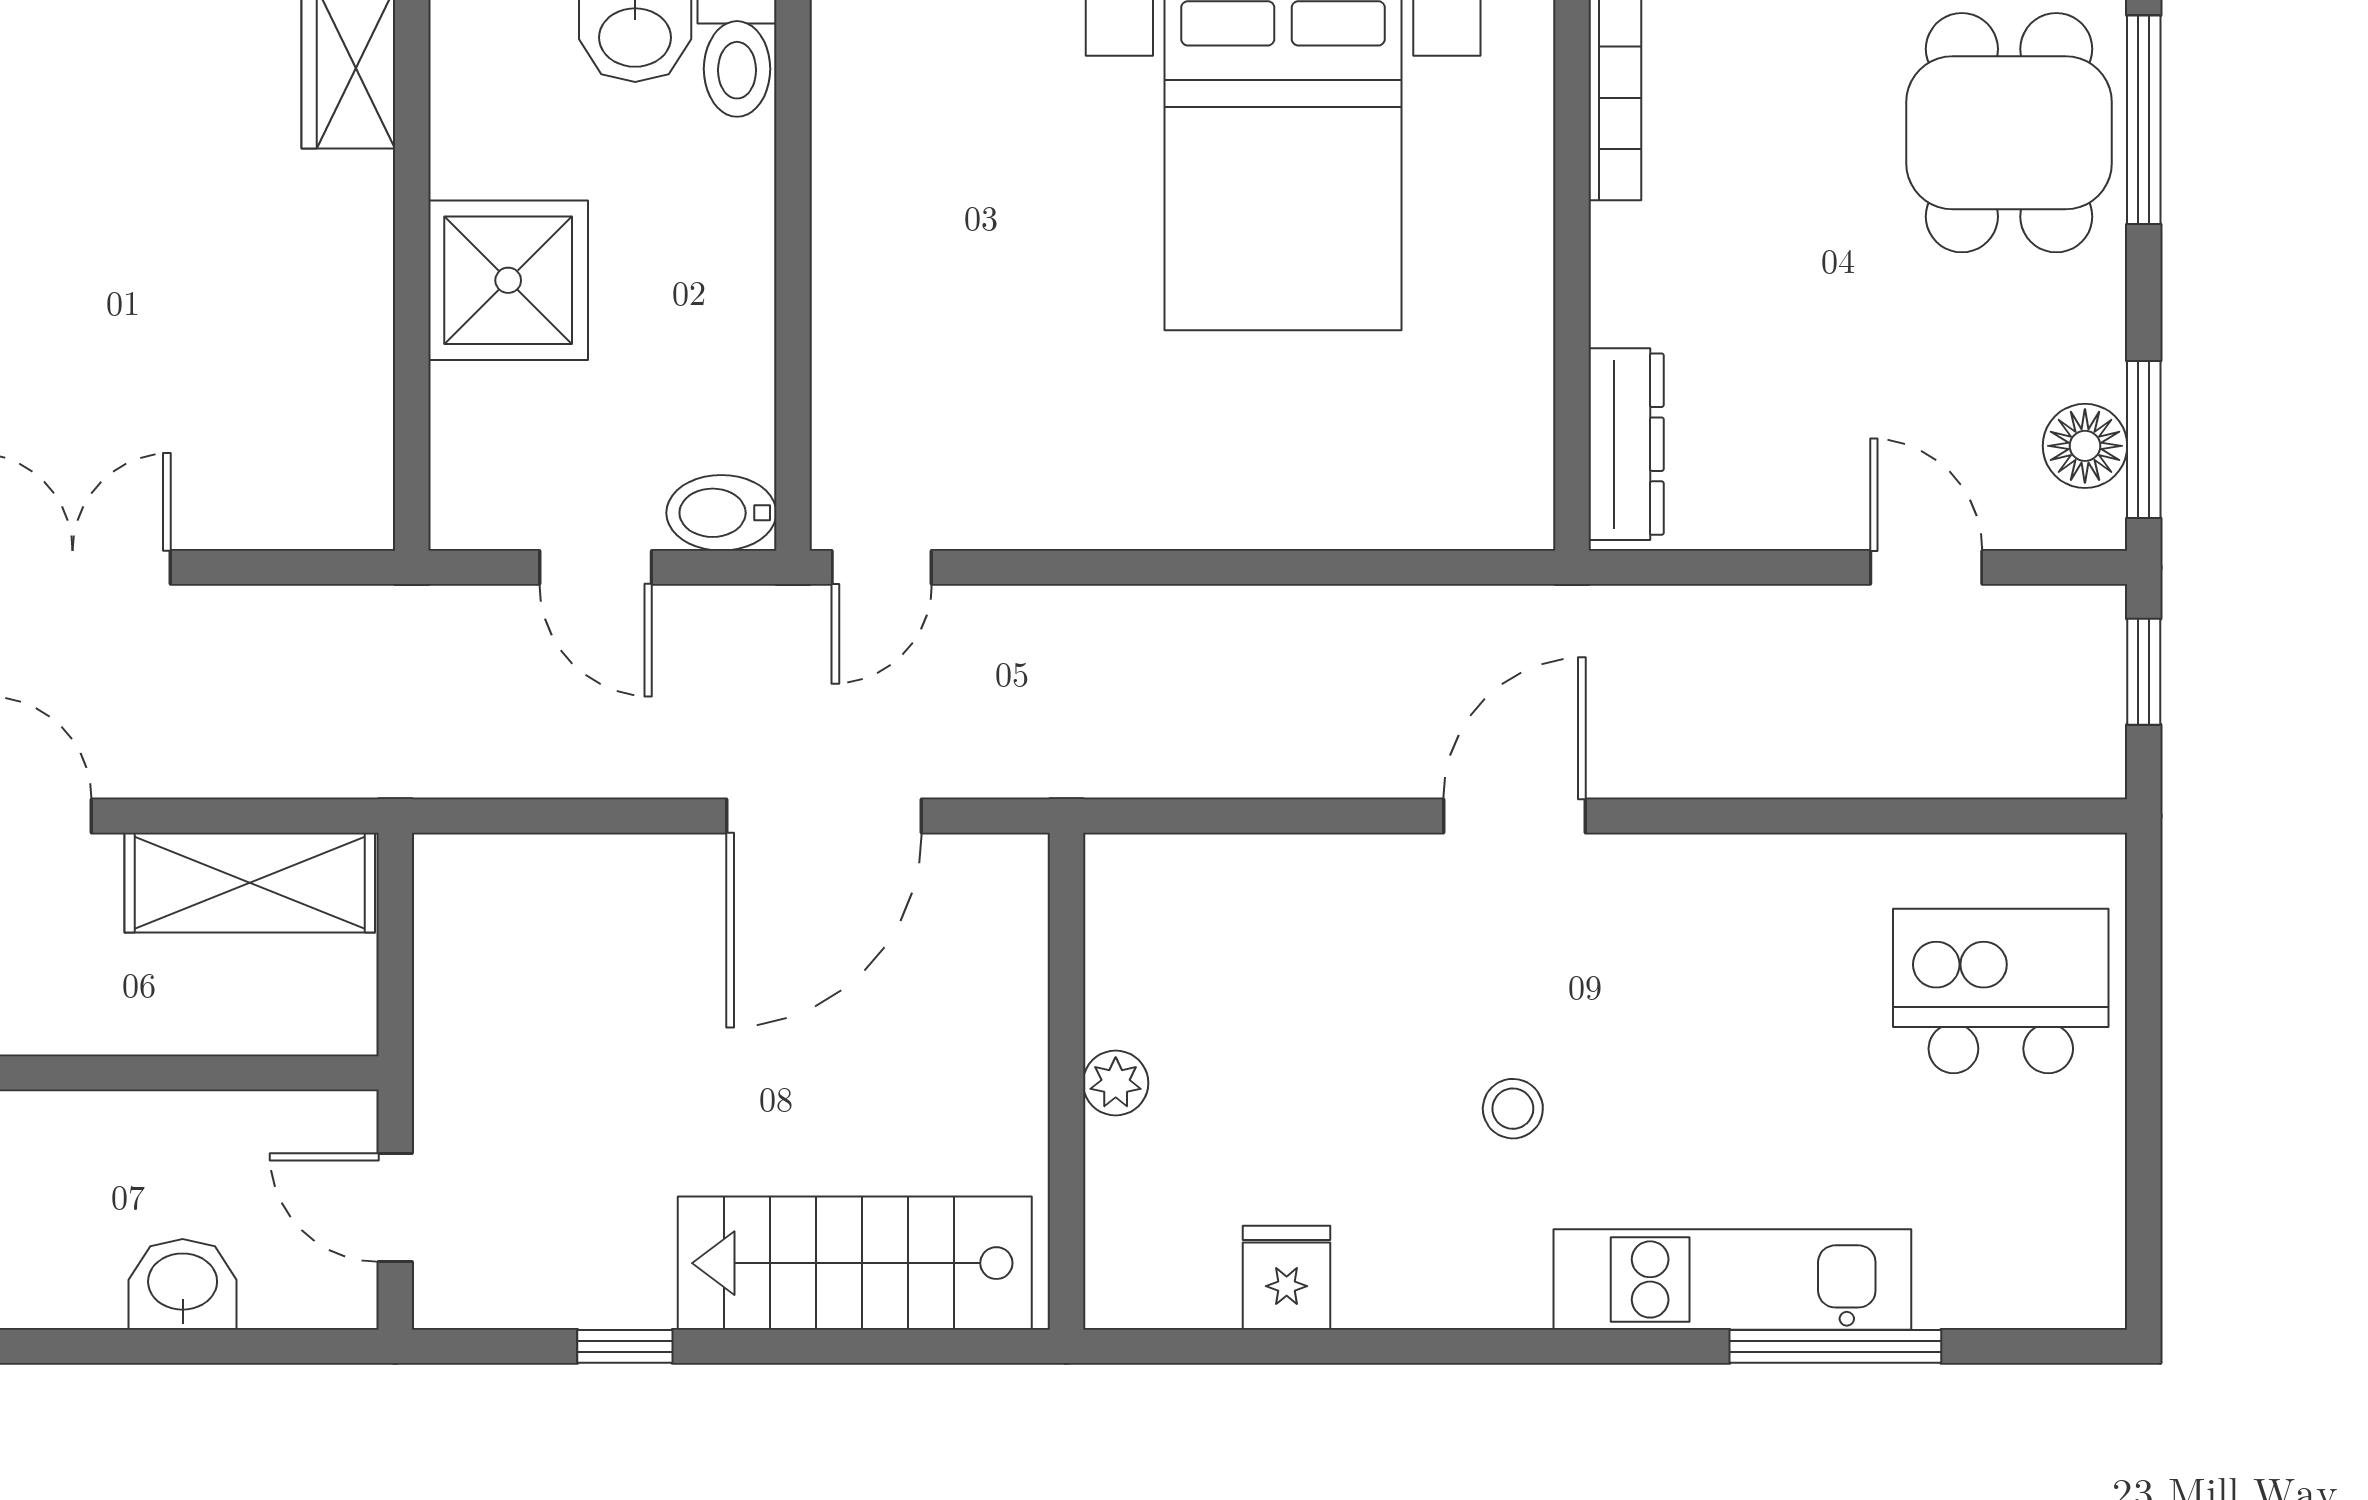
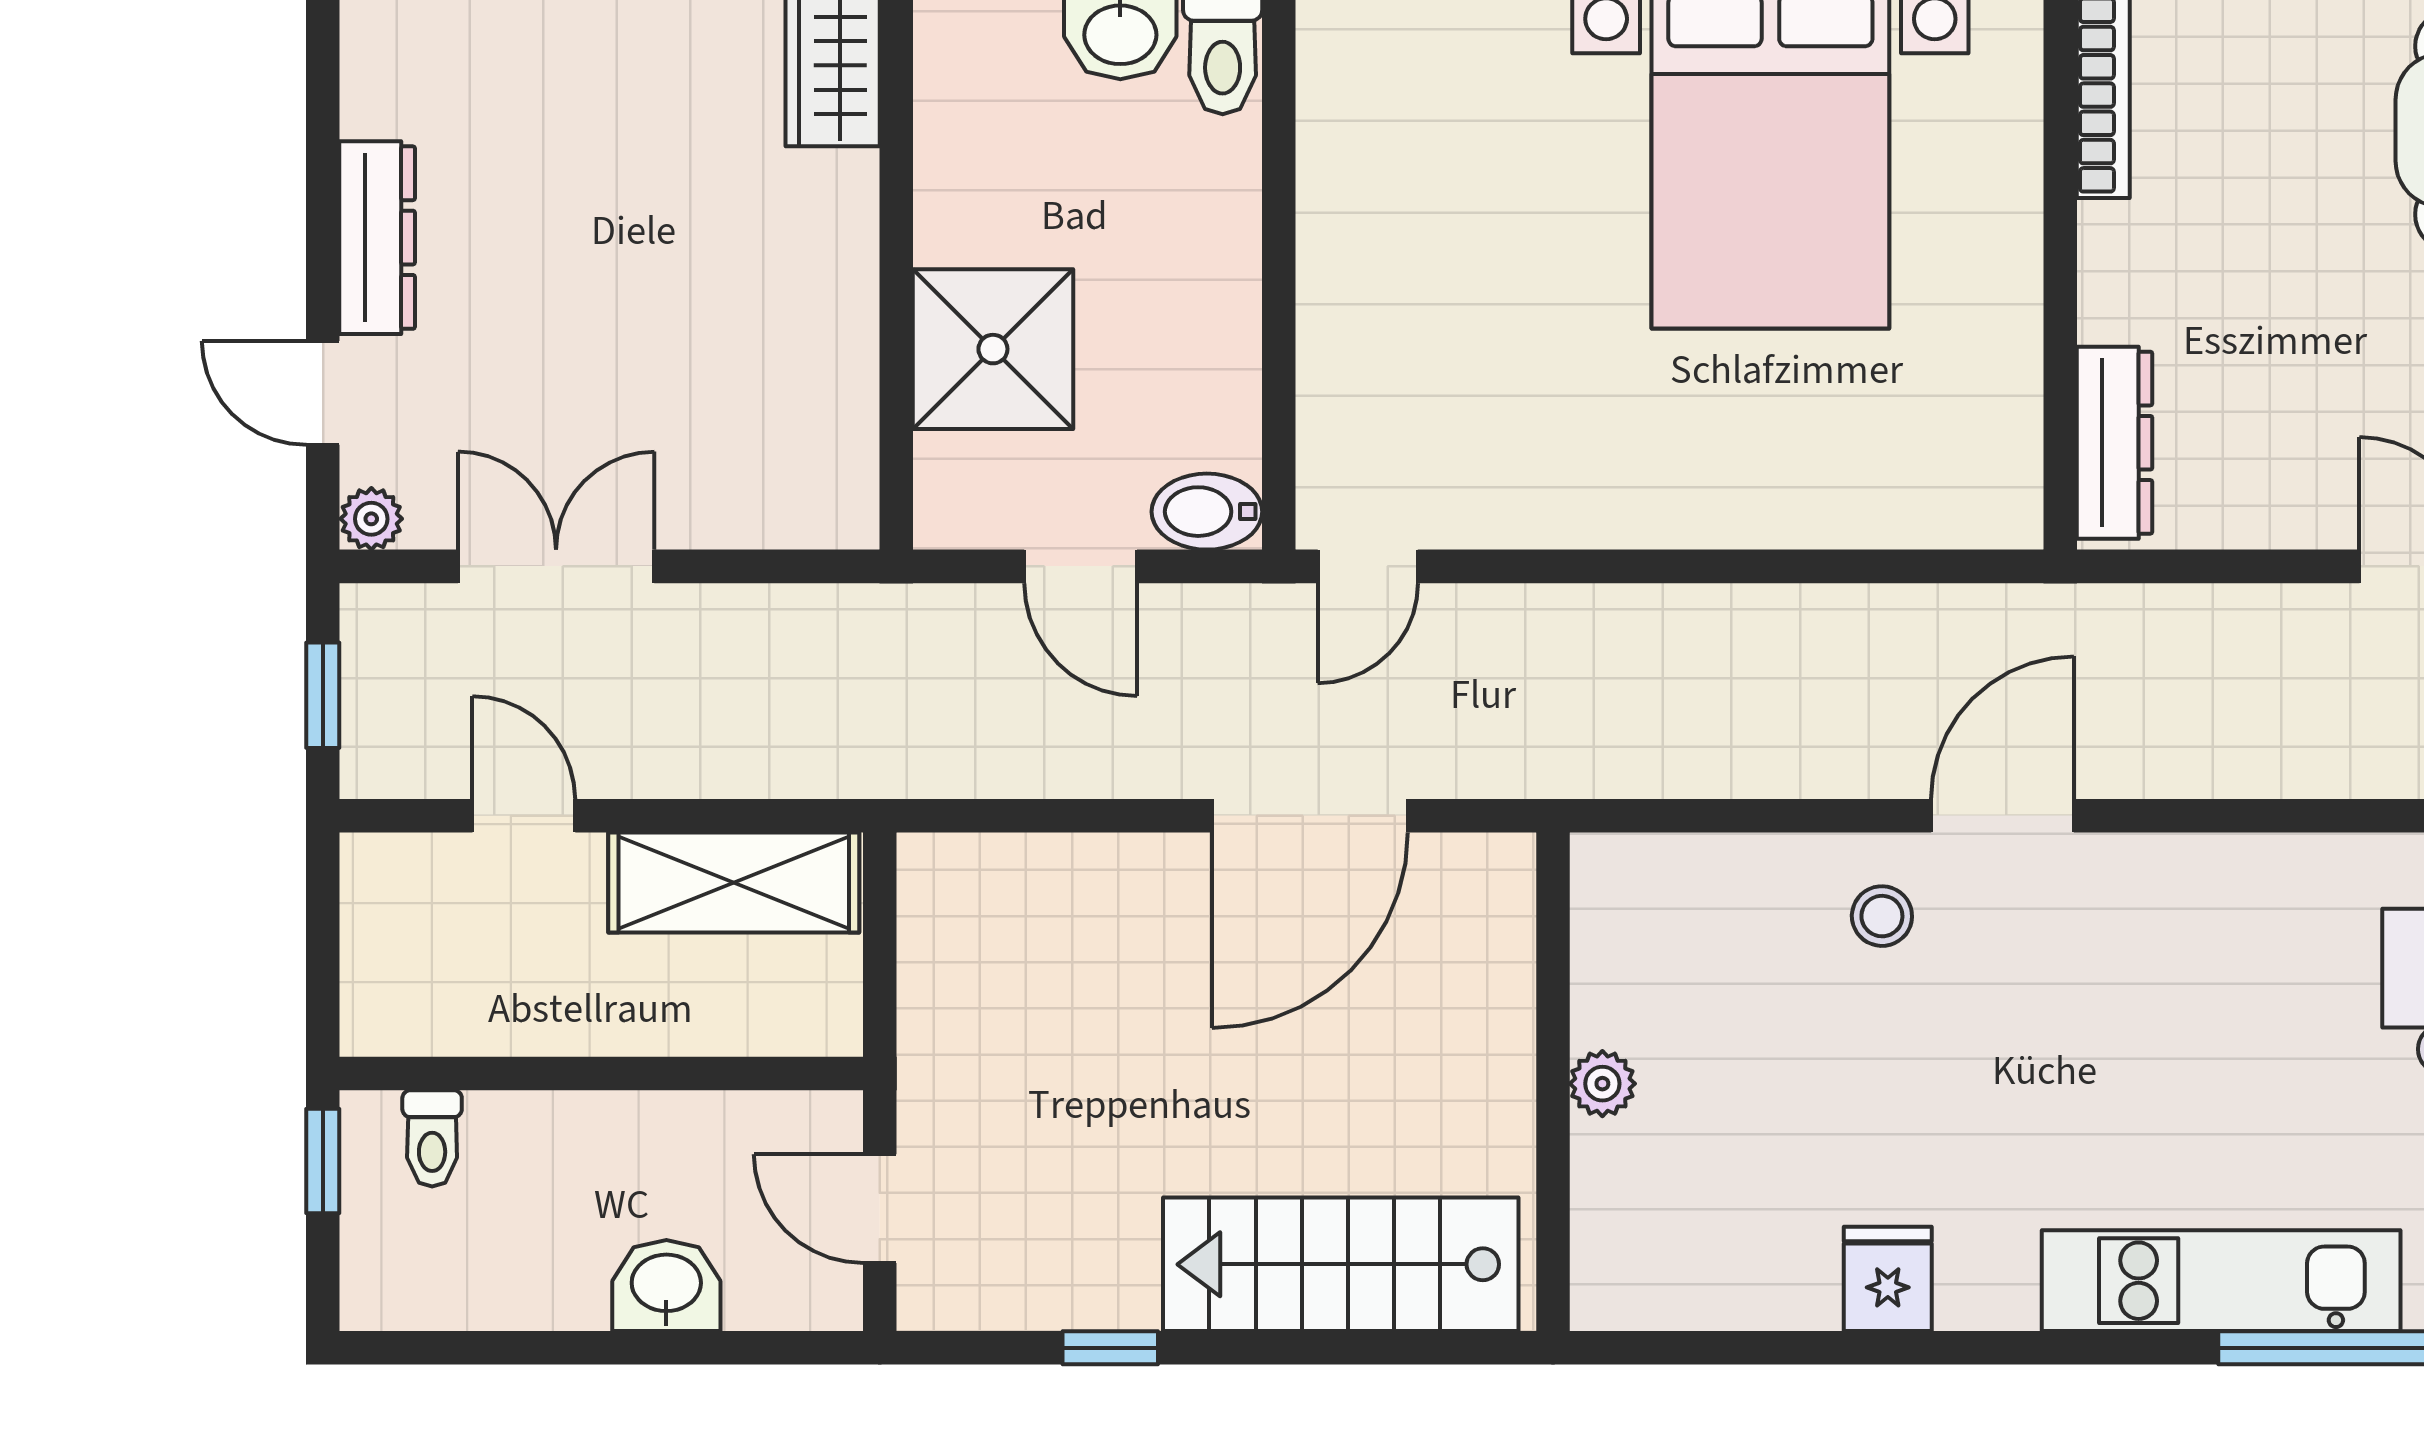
shower: (508, 280) -> (993, 349), moved
stool: (1513, 1109) -> (1882, 916), moved
fridge: (1287, 1278) -> (1888, 1279), moved

